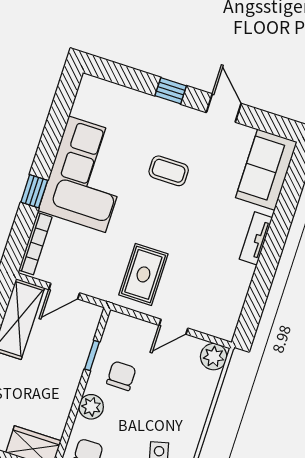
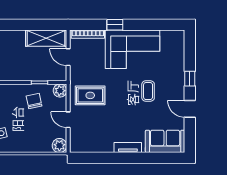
door: (224, 108) -> (190, 109), swing flipped
chair: (121, 376) -> (34, 101), turned -102
plant: (91, 407) -> (60, 91), moved

